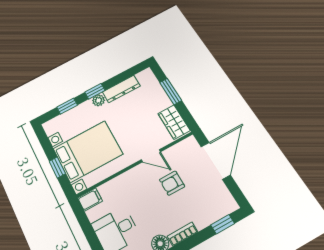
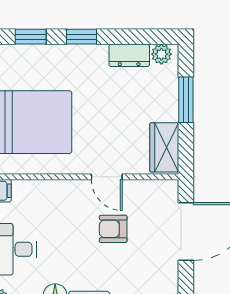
dresser: (121, 89) -> (129, 55), width x0.70
plant: (99, 100) -> (161, 54), moved

